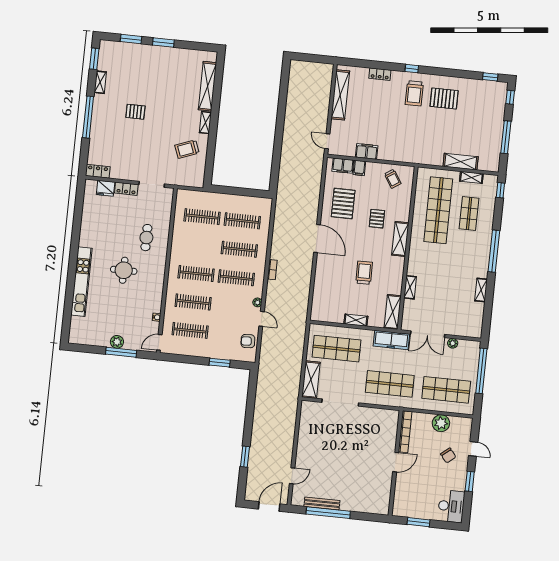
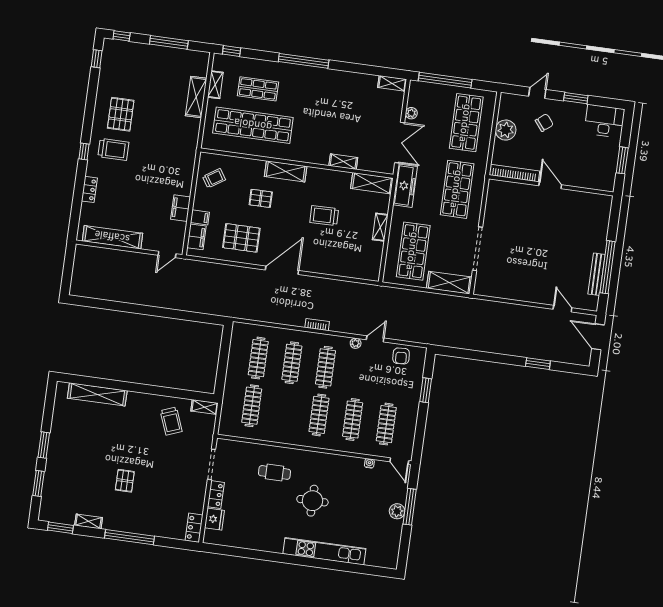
shelving: (205, 123) -> (205, 407), moved
shelving: (481, 290) -> (392, 83), moved

